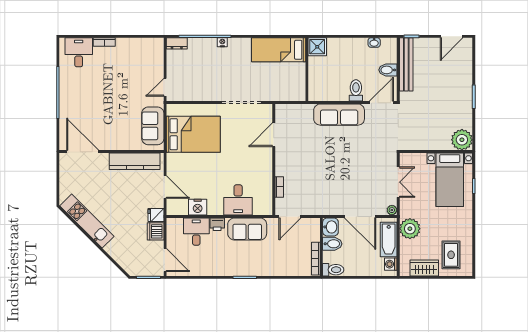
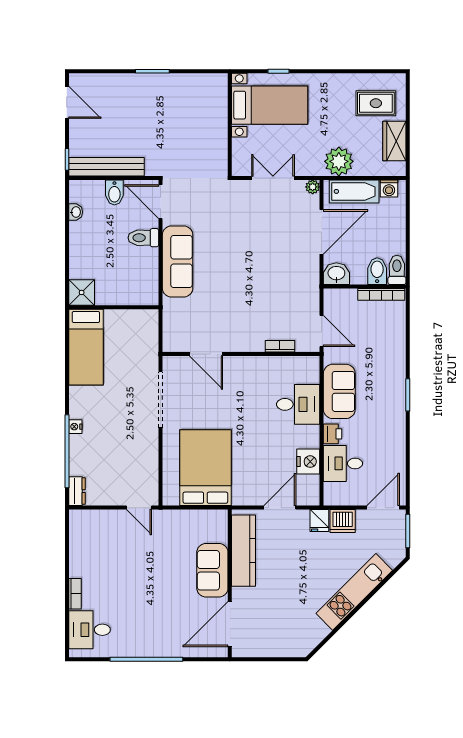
sofa: (153, 126) -> (212, 570), moved, turned 90
plant: (462, 140) -> (213, 88), removed
kitchen unit: (87, 221) -> (354, 592), moved
bidet: (332, 244) -> (377, 271), moved

